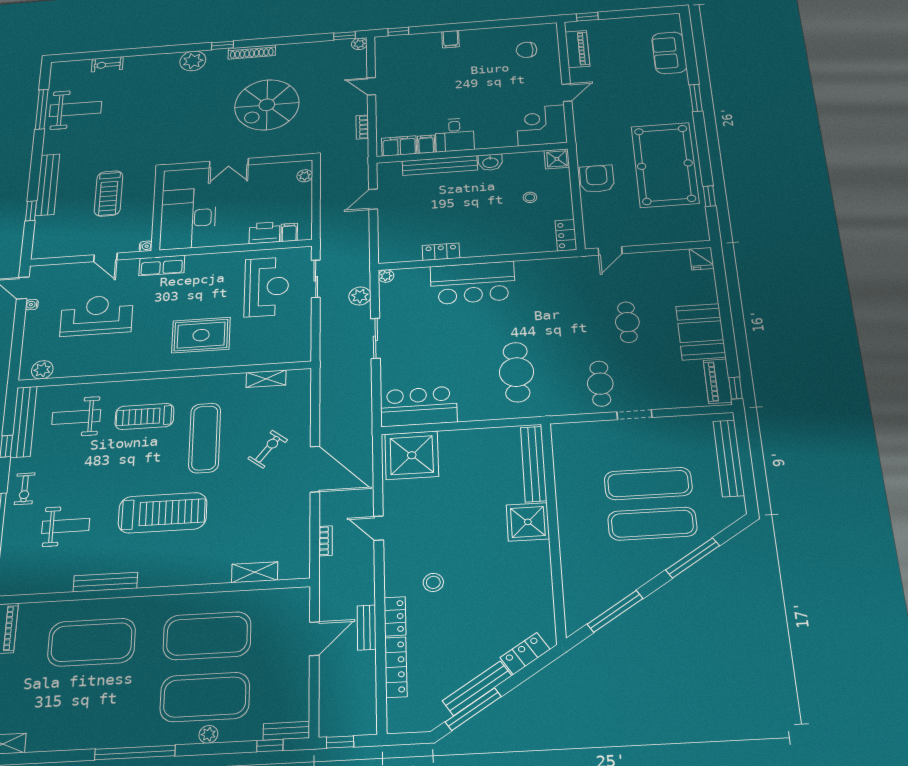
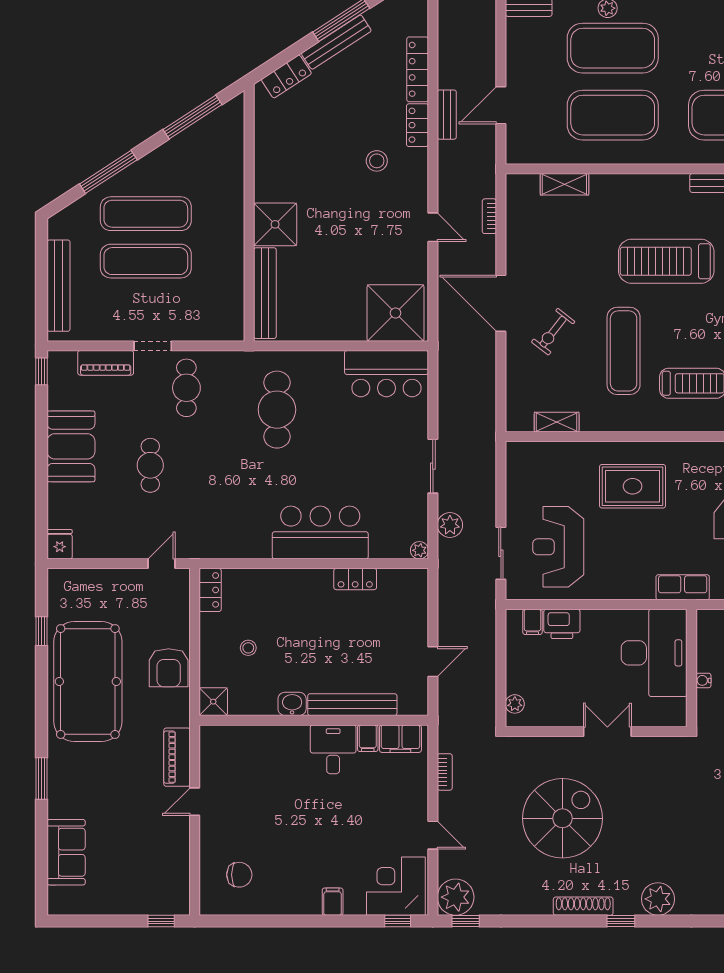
plant: (359, 44) -> (456, 897), width x1.88, depth x1.88
piano: (577, 49) -> (177, 757), moved
corner desk: (541, 125) -> (396, 886), moved, turned 180
water cooler: (146, 246) -> (703, 680), moved
piano: (718, 381) -> (106, 363), moved, turned 90

